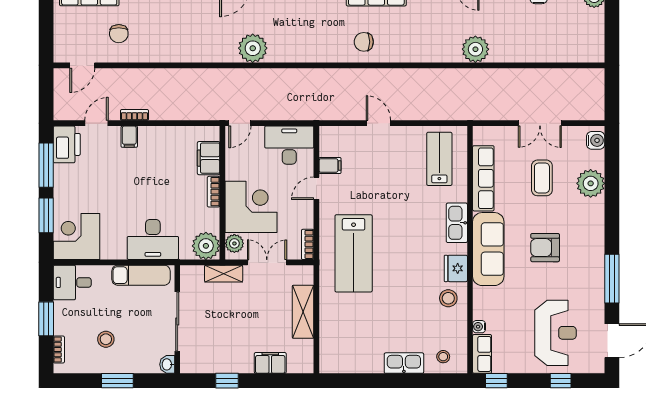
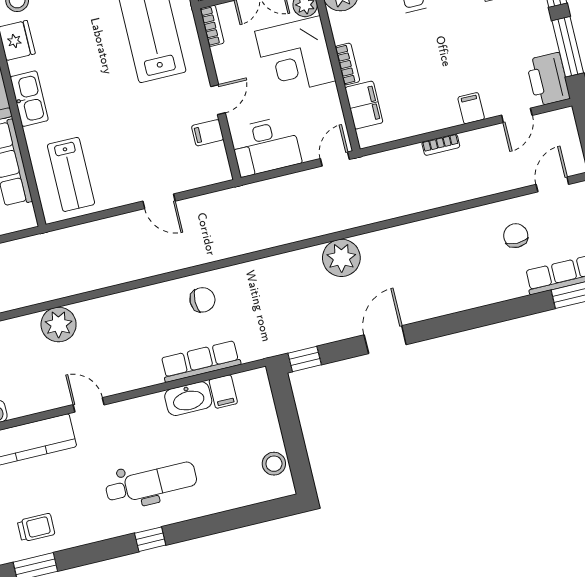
bookcase: (134, 115) -> (441, 145), moved

